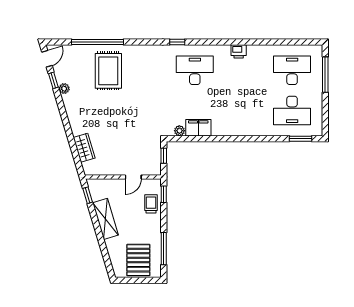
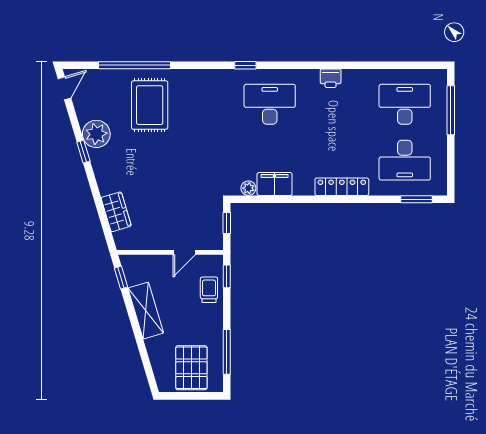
window: (53, 80) -> (83, 152), moved
plant: (64, 89) -> (96, 134), width x1.88, depth x1.88
locker: (247, 130) -> (342, 187), added

